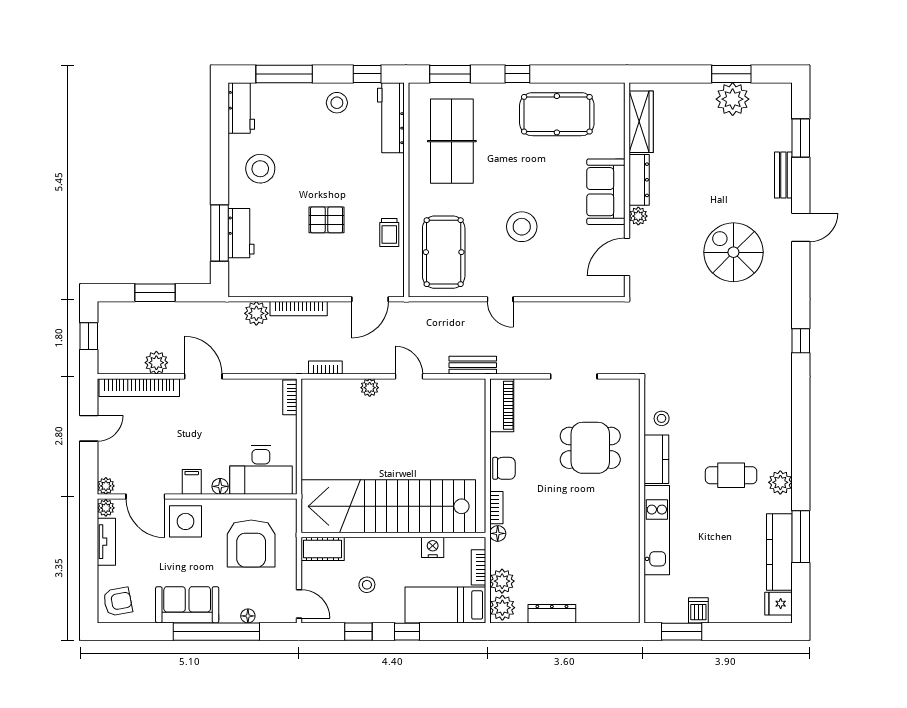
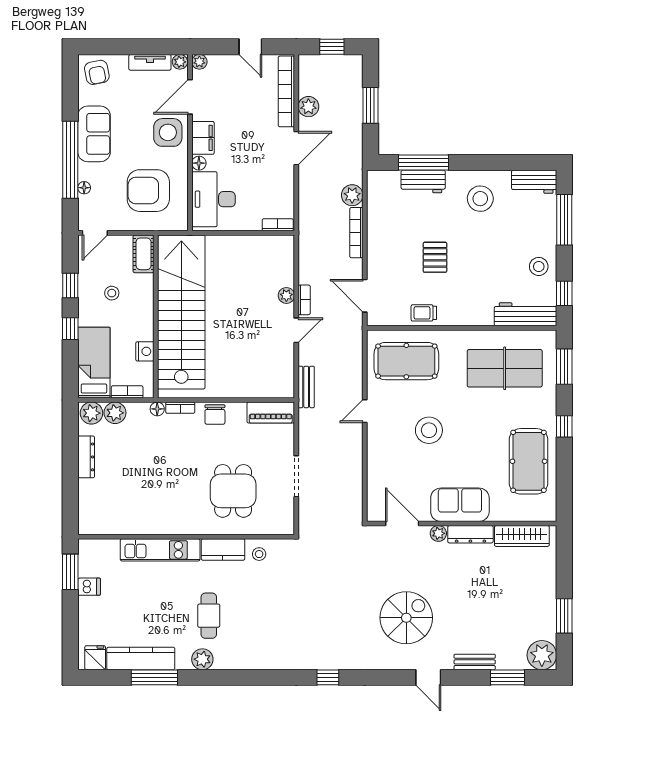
plant: (733, 99) -> (542, 655), moved
bookcase: (325, 367) -> (304, 300), moved
filing cabinet: (192, 482) -> (203, 138), width x2.00

